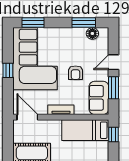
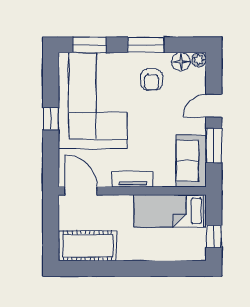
window: (84, 23) -> (146, 45), moved
plant: (104, 32) -> (199, 60), added
armchair: (75, 73) -> (151, 80), moved
window: (114, 135) -> (214, 236), moved

